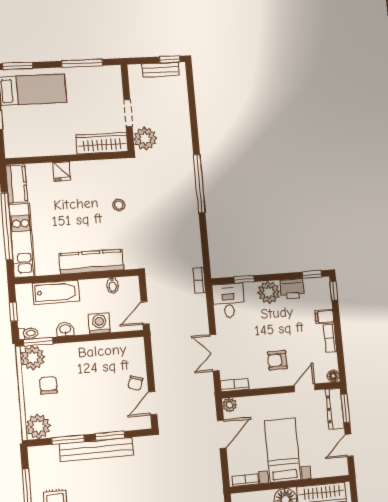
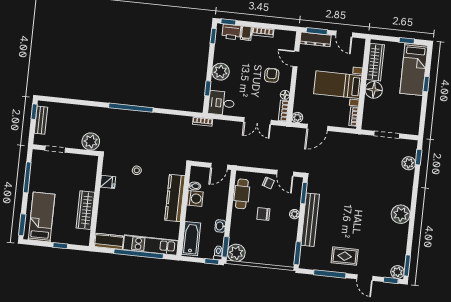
doorway: (128, 113) -> (55, 149), moved
wardrobe: (102, 143) -> (85, 210), moved
fridge: (62, 171) -> (108, 182), moved
printer: (292, 289) -> (231, 32), moved, turned 90
bathtub: (56, 292) -> (191, 239), moved
window: (13, 312) -> (212, 262), moved
door: (145, 313) -> (219, 166), hinge flipped
washing machine: (99, 323) -> (195, 198), moved, turned 180
cafe table: (114, 350) -> (242, 194), added
armchair: (277, 360) -> (272, 75), turned 180
floor lamp: (333, 376) -> (285, 95), moved
chair: (48, 385) -> (263, 214), moved
plant: (38, 426) -> (294, 214), moved, width x0.53, depth x0.53
door: (222, 434) -> (317, 127), swing flipped
window: (110, 436) -> (304, 193), moved
window: (68, 440) -> (298, 253), moved

